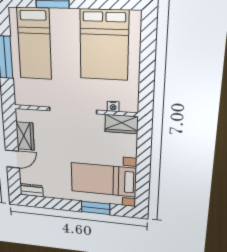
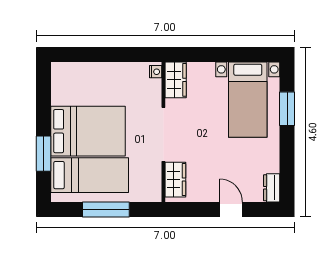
bed: (104, 45) -> (88, 131), moved
nightstand: (113, 106) -> (156, 72), moved
wardrobe: (25, 136) -> (175, 180), moved, turned 90

